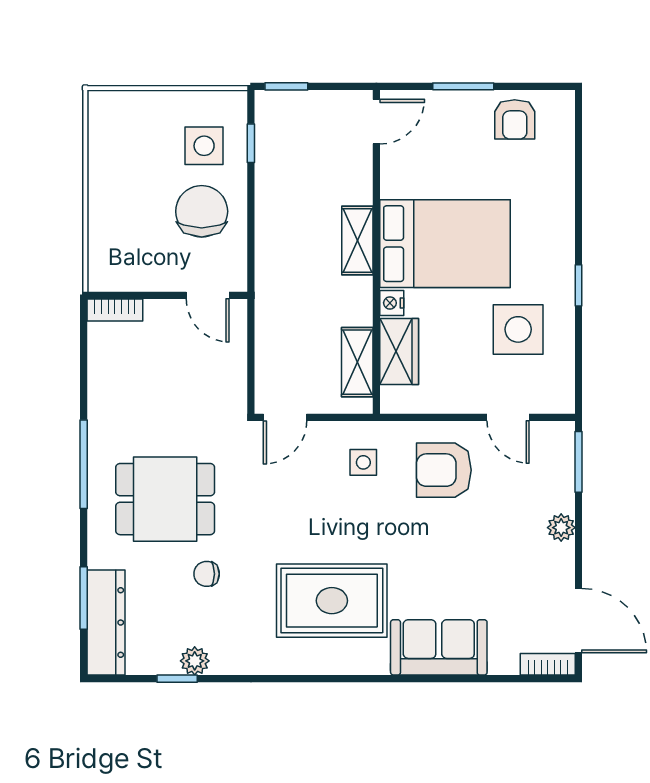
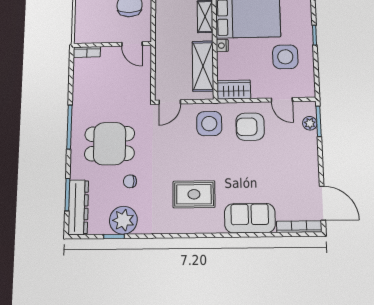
wardrobe: (399, 352) -> (234, 90), moved, turned -90
shelving: (357, 362) -> (203, 66), width x1.50, depth x1.33
side table: (363, 462) -> (209, 124), width x1.87, depth x1.87
plant: (561, 528) -> (310, 123), moved
rug: (332, 601) -> (194, 194), width x0.73, depth x0.70
plant: (195, 661) -> (123, 220), width x1.88, depth x1.88
bookcase: (548, 664) -> (299, 227), width x1.56

